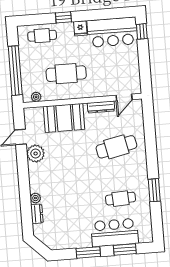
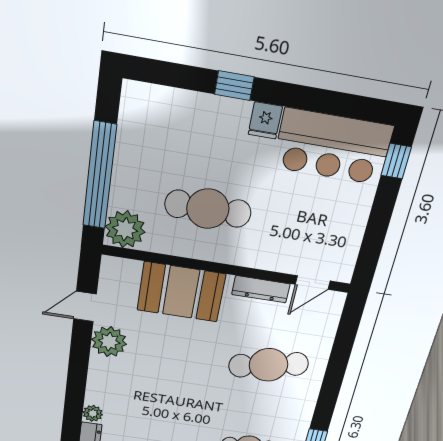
cafe table: (42, 36) -> (176, 115), removed
plant: (36, 97) -> (125, 229), width x1.87, depth x1.87

